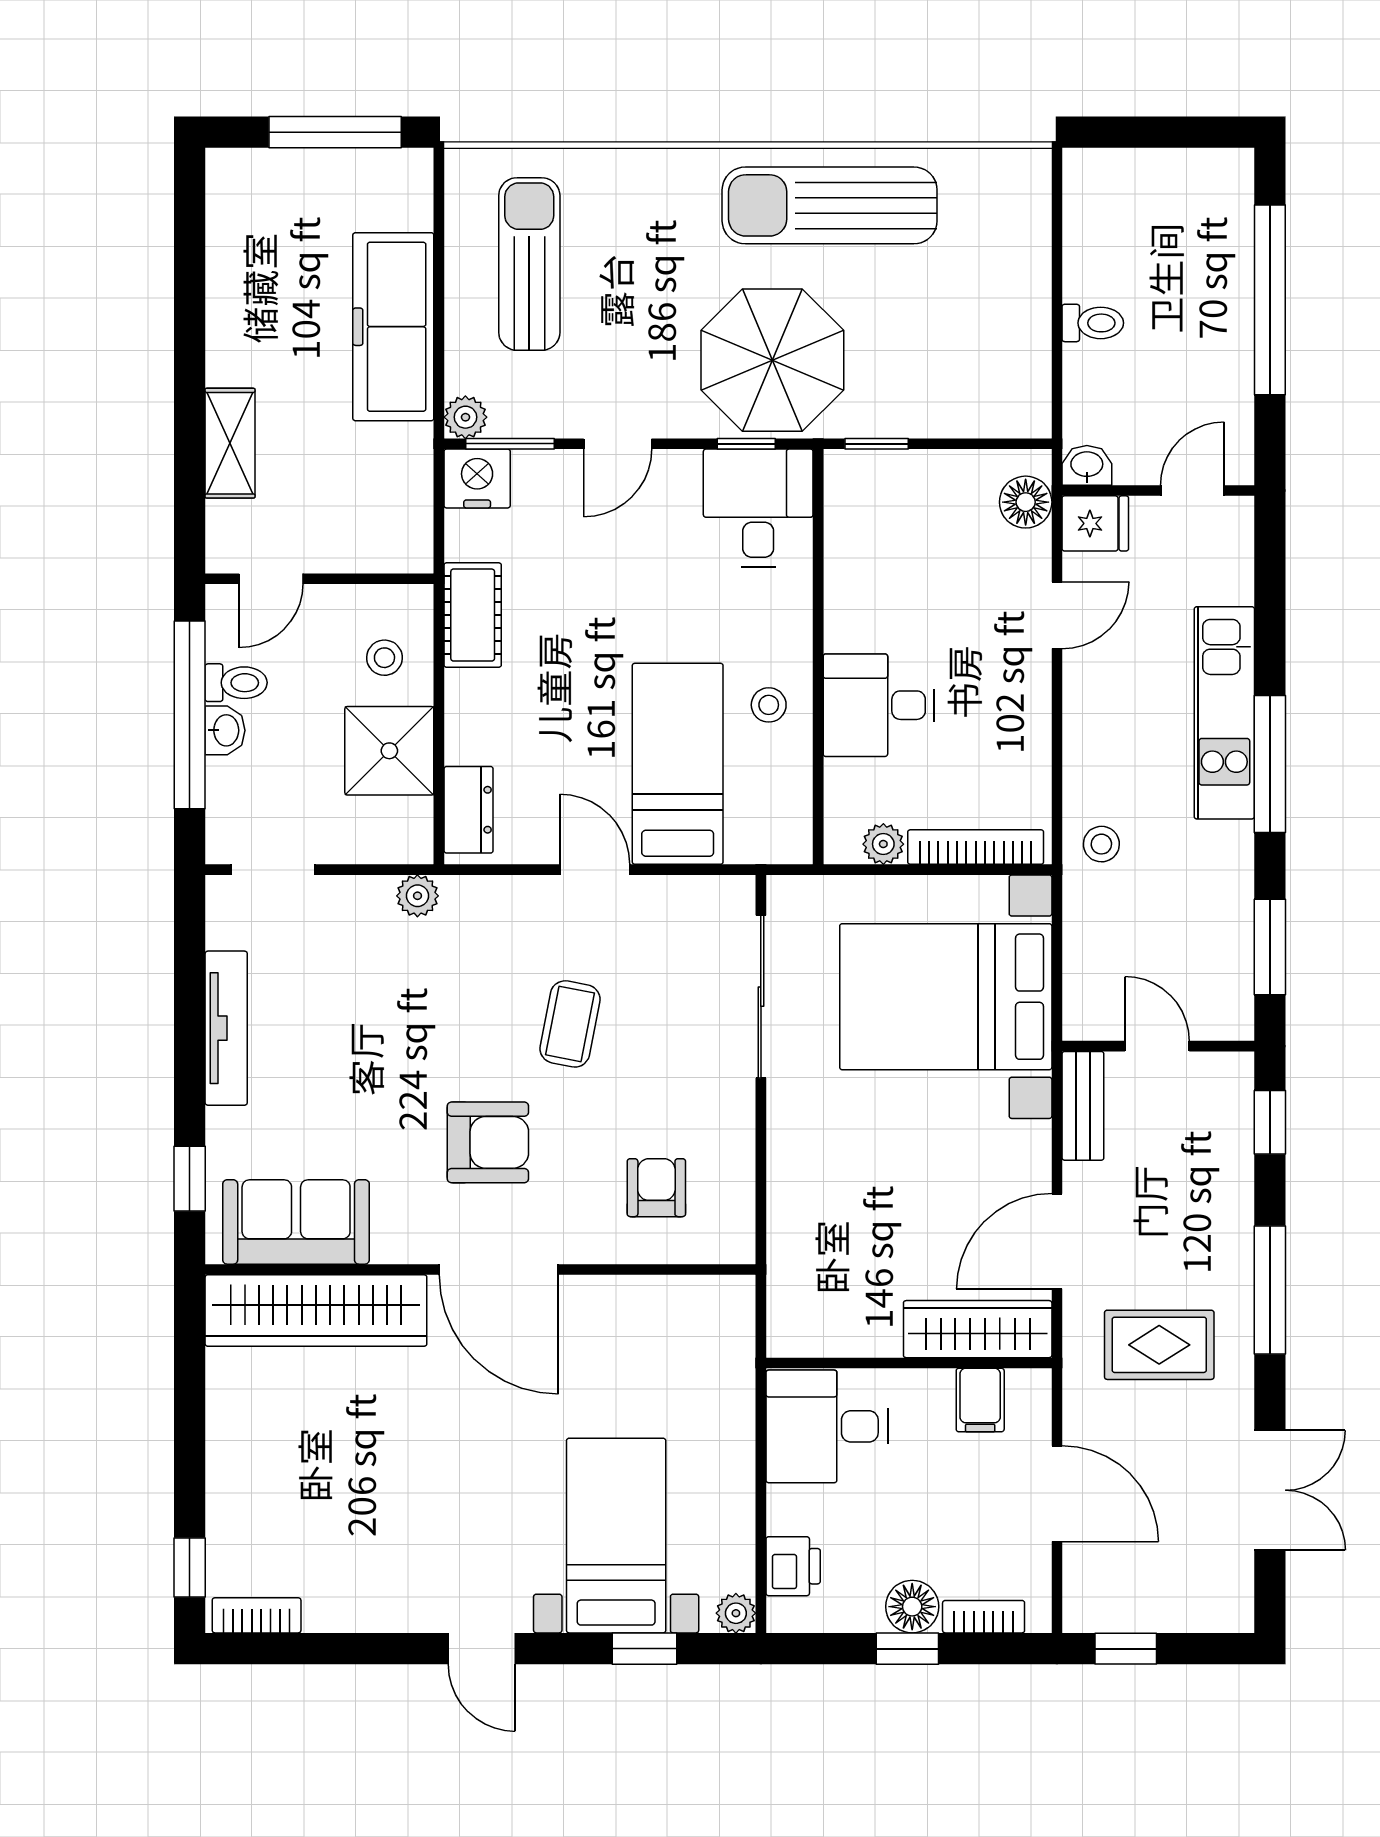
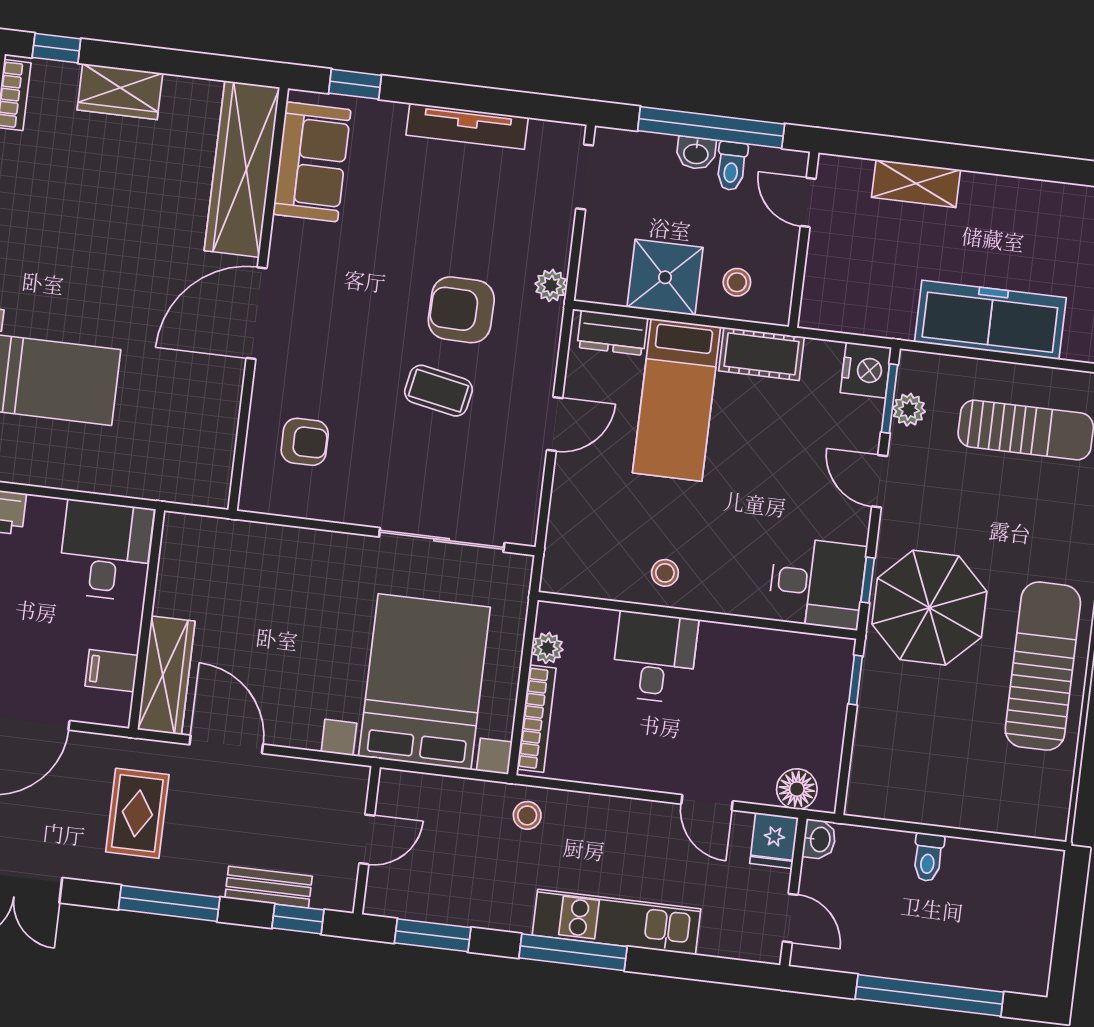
plant: (465, 417) -> (909, 410), moved
bed: (678, 764) -> (677, 400), moved, turned 90
bench: (1083, 1106) -> (269, 887), moved
armchair: (488, 1142) -> (461, 310), moved, turned 91
wardrobe: (236, 1479) -> (120, 92), added

